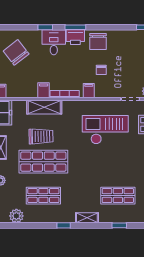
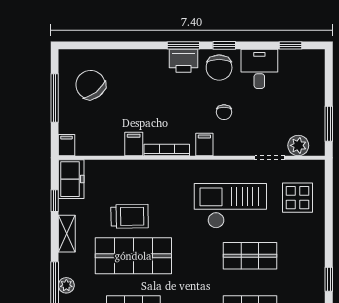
window: (45, 27) -> (224, 45), moved
desk: (54, 42) -> (259, 69), moved
shelving: (44, 107) -> (135, 171), removed
shop shelf: (118, 162) -> (250, 256), added

